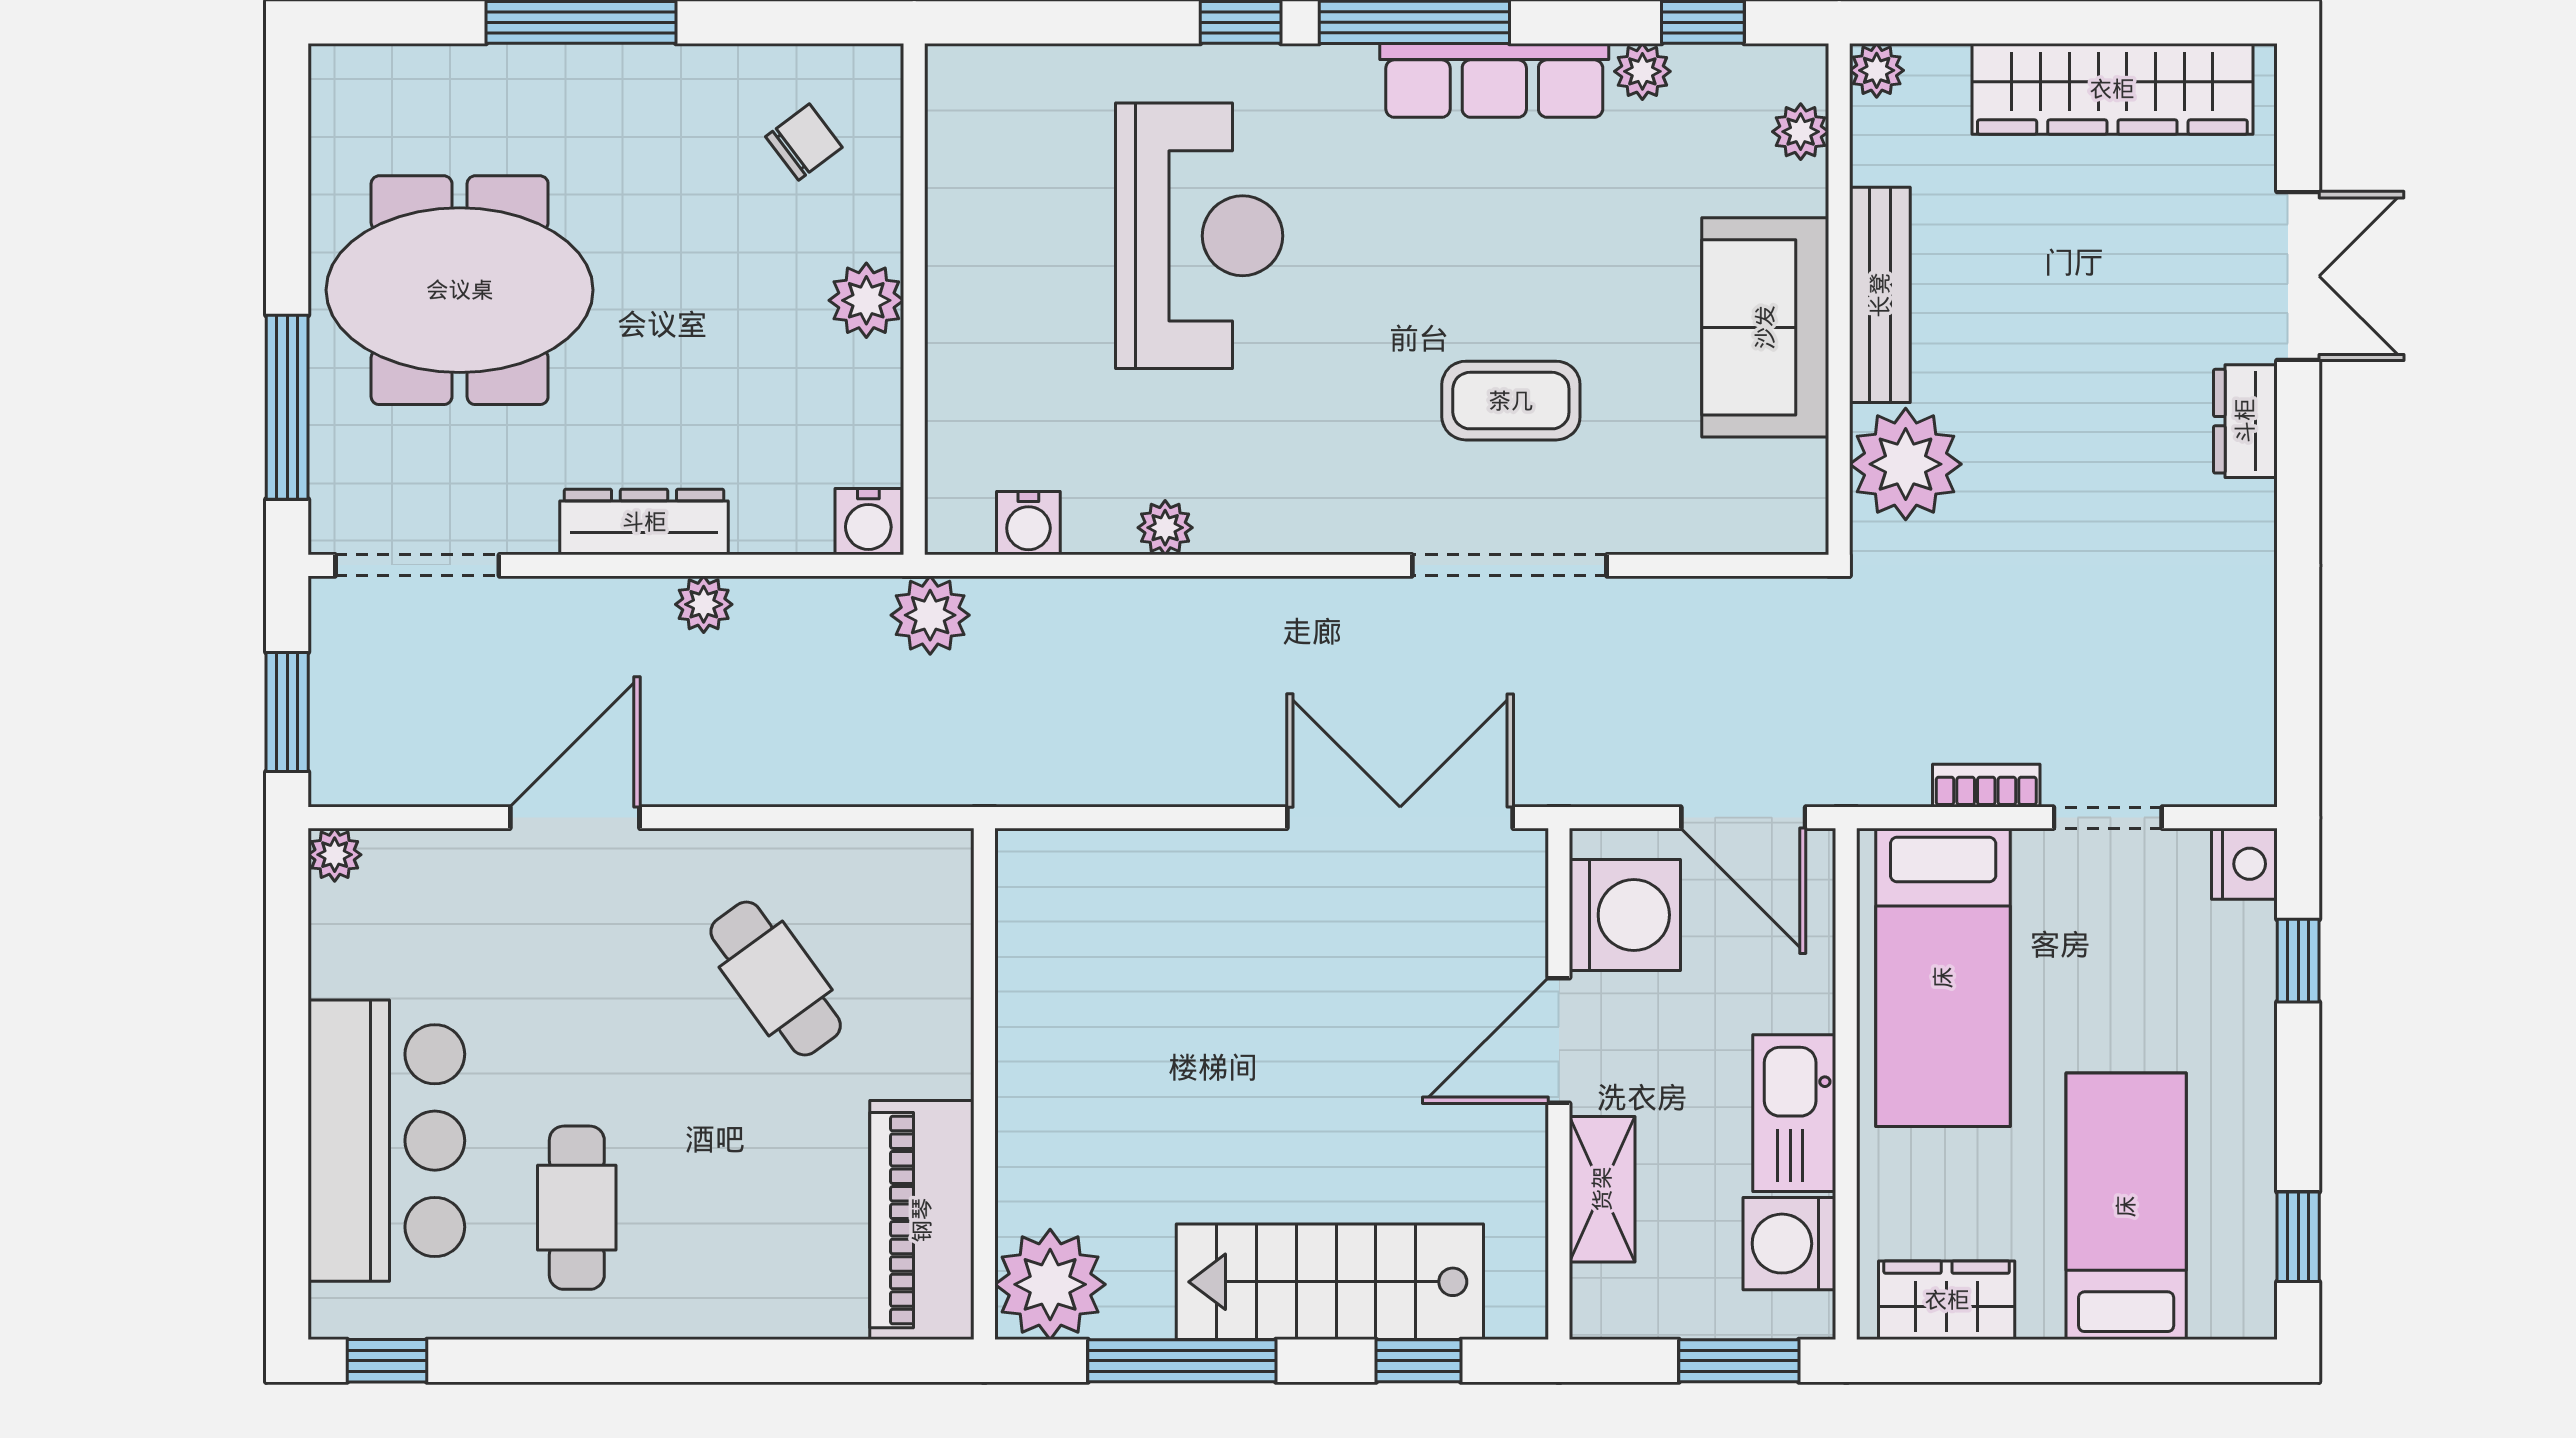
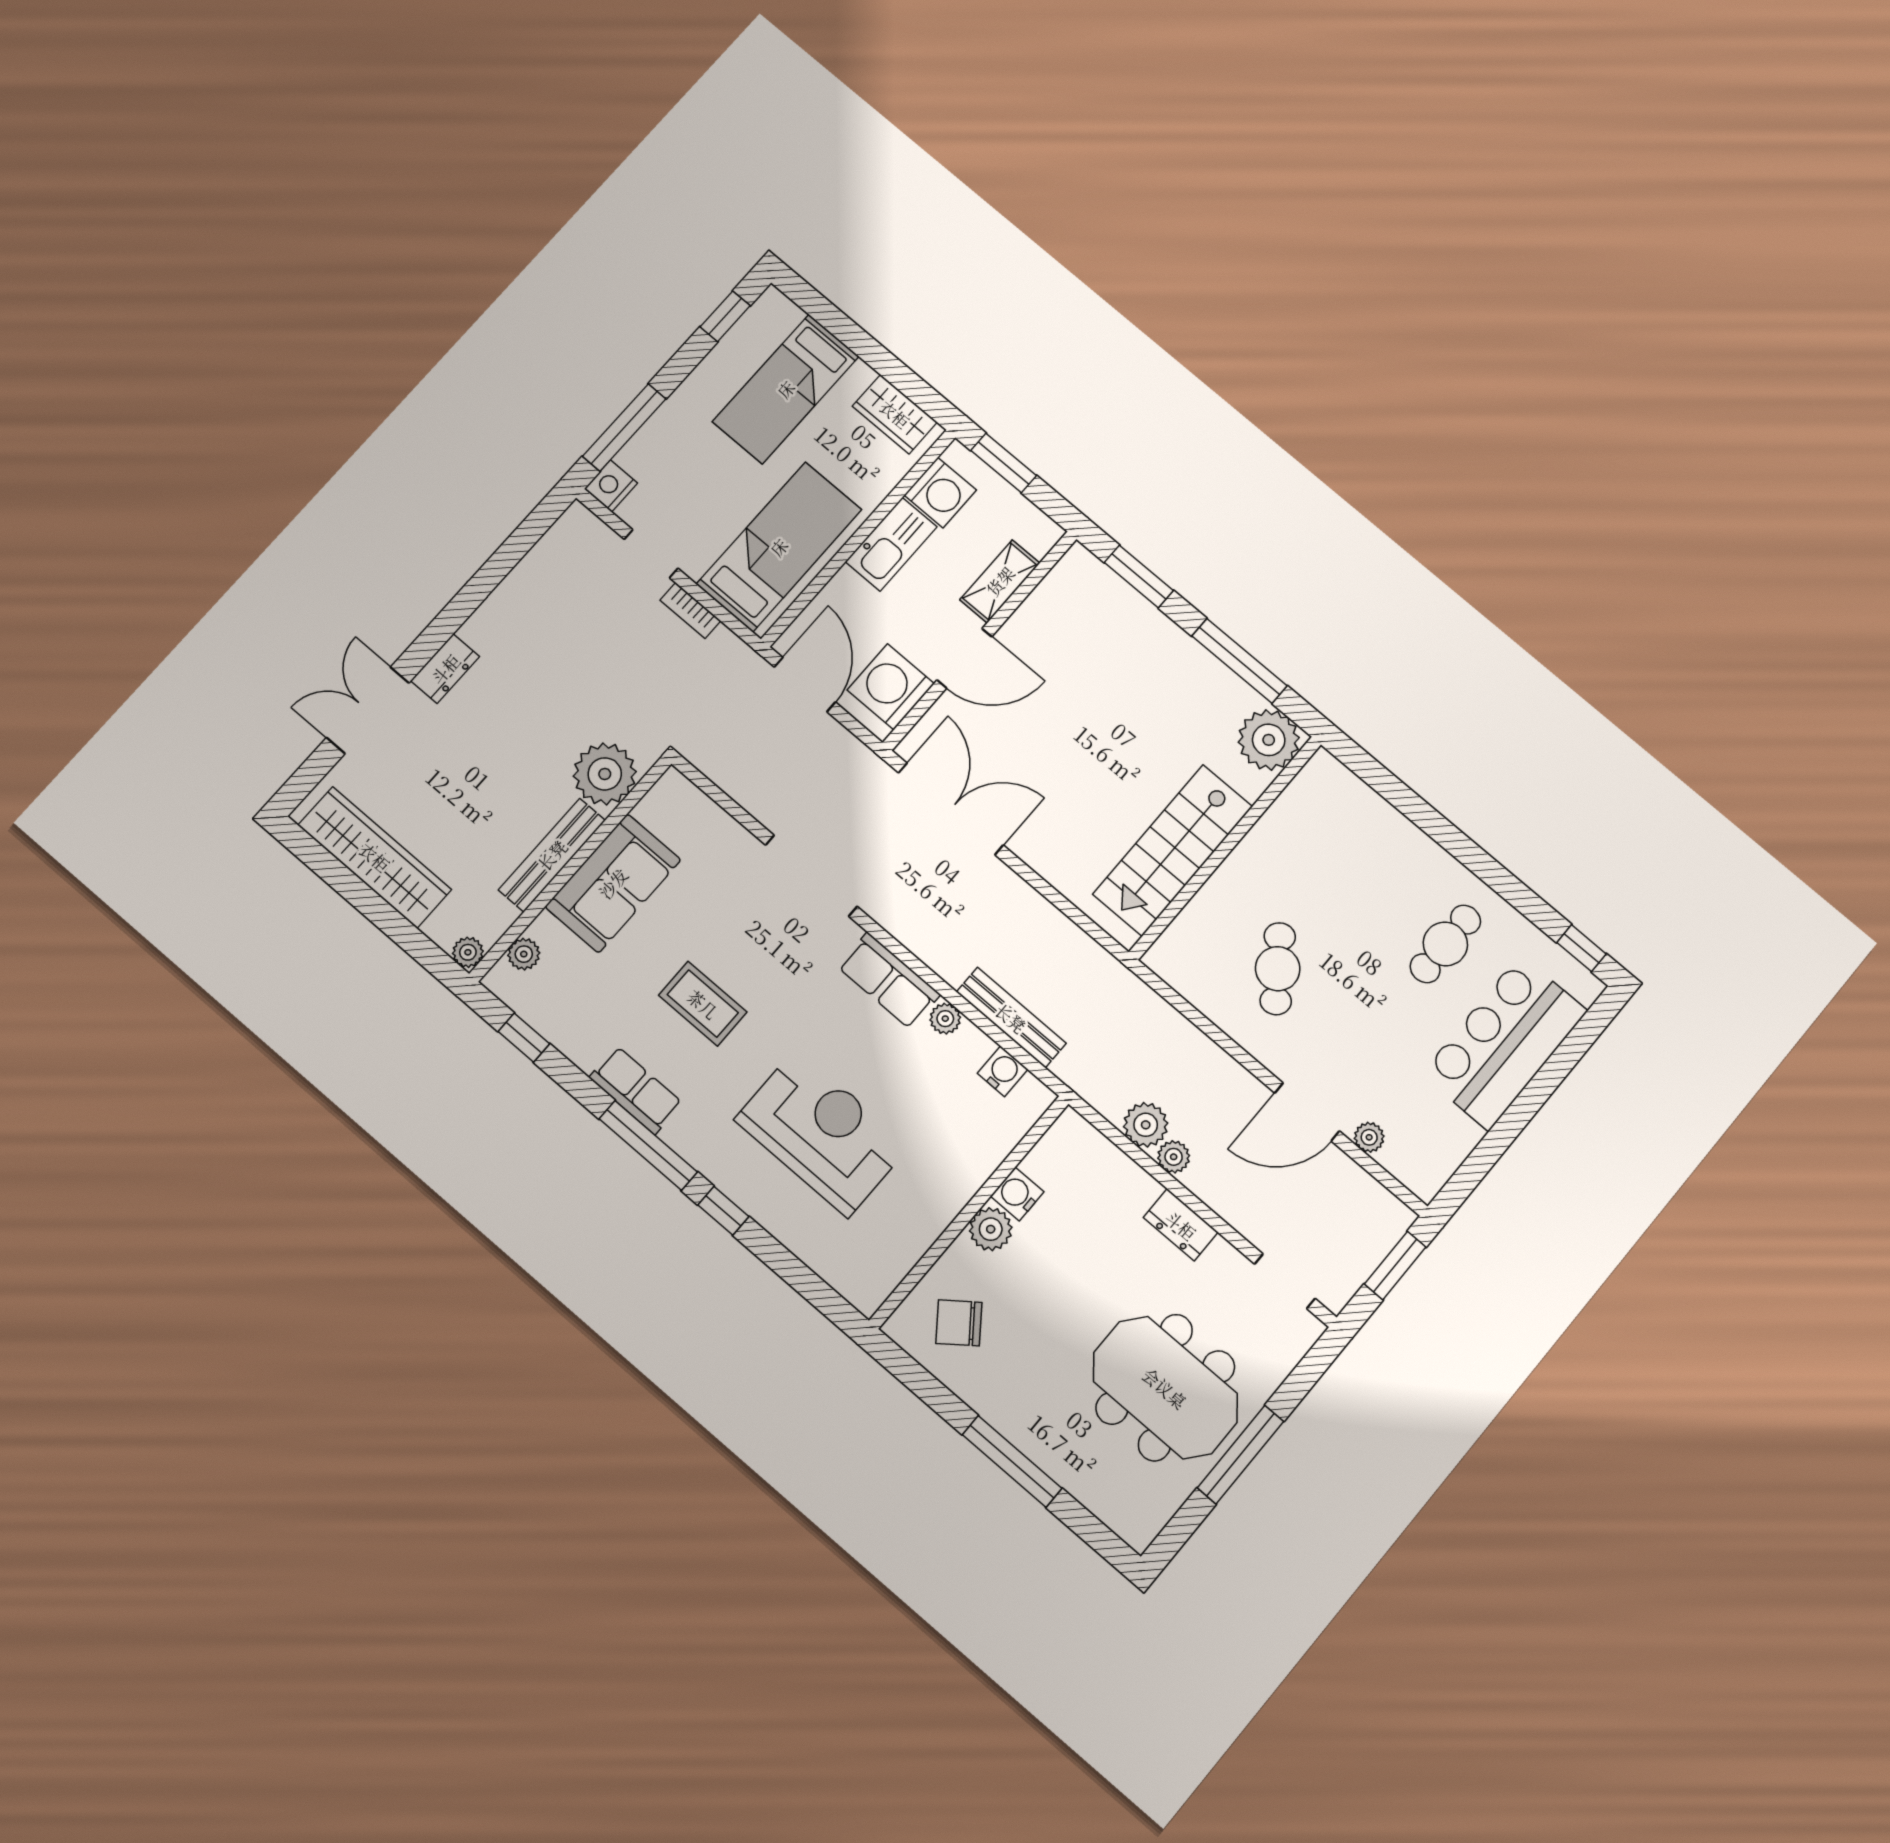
plant: (1642, 71) -> (569, 1039), removed
row of seats: (1494, 80) -> (636, 1090), width x0.68
chair: (804, 142) -> (959, 1323), width x1.37, depth x1.37
reception desk: (1199, 236) -> (822, 1133), turned 90
coffee table: (1511, 401) -> (703, 1004), moved
window: (287, 407) -> (1240, 1455), moved
row of seats: (1284, 514) -> (889, 981), added
dresser: (644, 522) -> (1181, 1225), width x0.70
water cooler: (868, 522) -> (1017, 1194), moved, turned -90
doorway: (417, 565) -> (1285, 1281), width x0.73
bench: (1078, 605) -> (1011, 1018), added
plant: (930, 615) -> (1146, 1125), moved
double door: (1400, 818) -> (951, 809), swing flipped
plant: (335, 855) -> (1369, 1137), moved
window: (2298, 961) -> (624, 428), width x2.17
piano: (922, 1220) -> (1301, 813), removed
stairs: (1330, 1282) -> (1173, 850), moved, turned 90
window: (1418, 1361) -> (1139, 576), width x1.50

